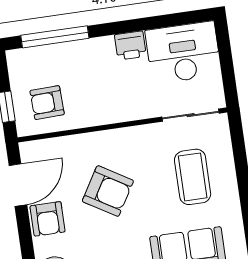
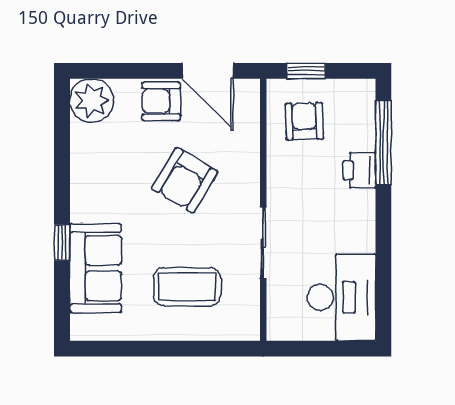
printer: (130, 45) -> (359, 170), moved
sliding door: (191, 115) -> (263, 243), moved

